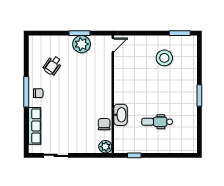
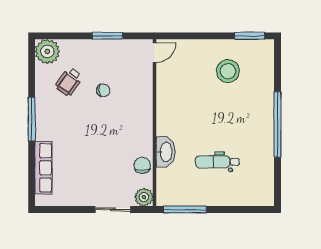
plant: (82, 44) -> (47, 52), moved
chair: (38, 93) -> (103, 90), moved
window: (199, 95) -> (278, 124), width x2.11
sliding door: (56, 155) -> (113, 210), moved
window: (134, 155) -> (185, 210), width x2.17

